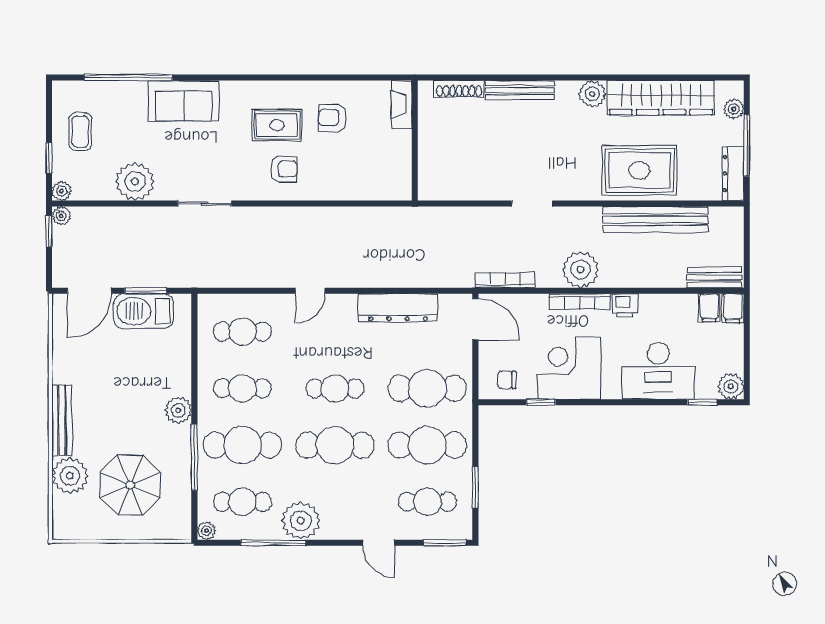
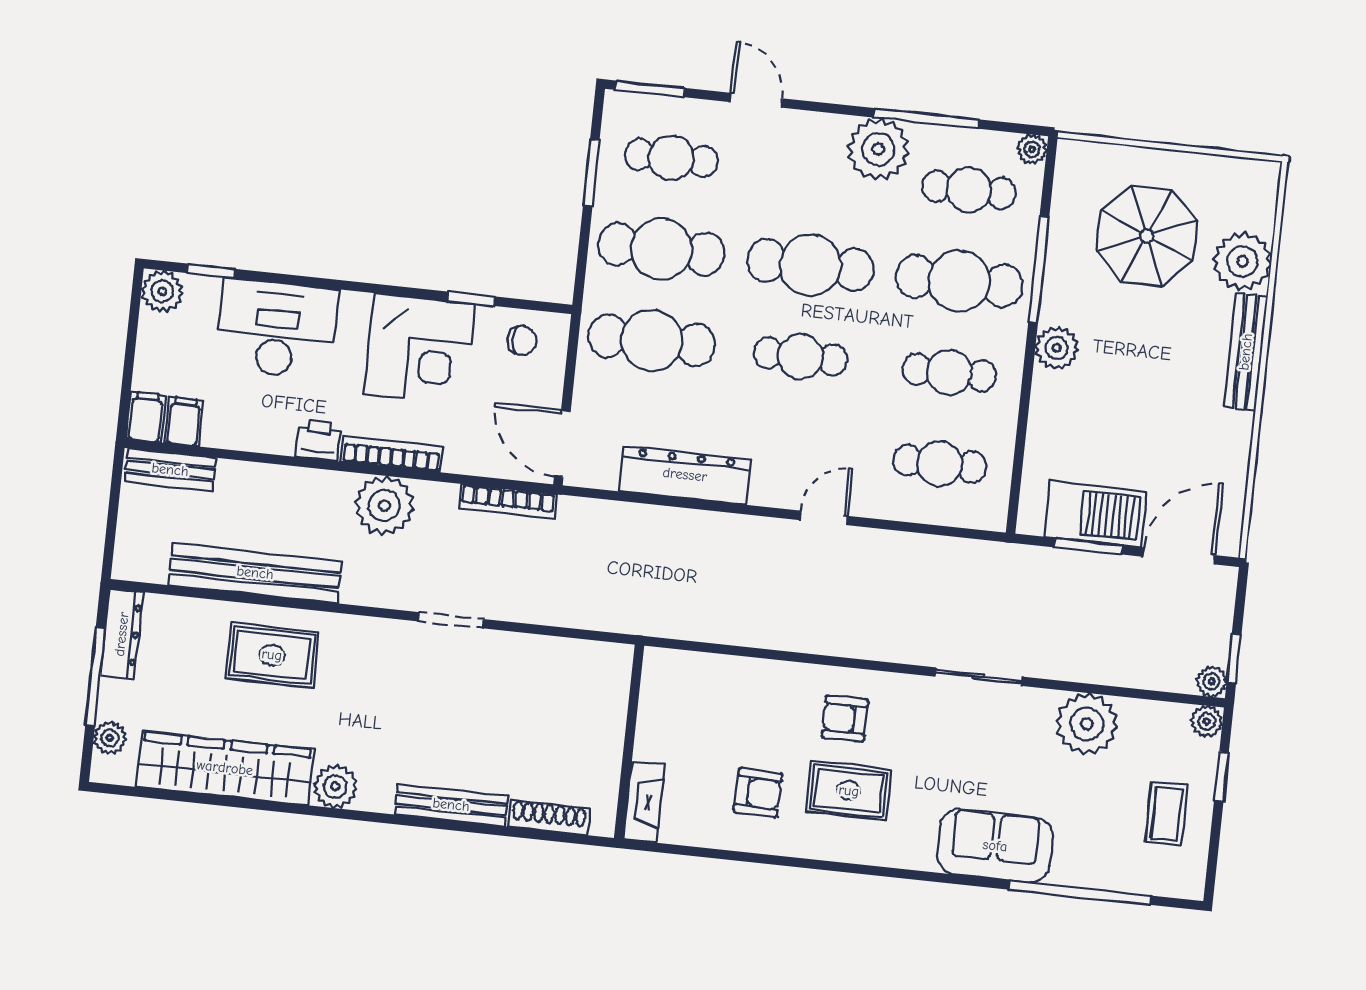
rug: (639, 170) -> (272, 655), width x0.73, depth x0.70

